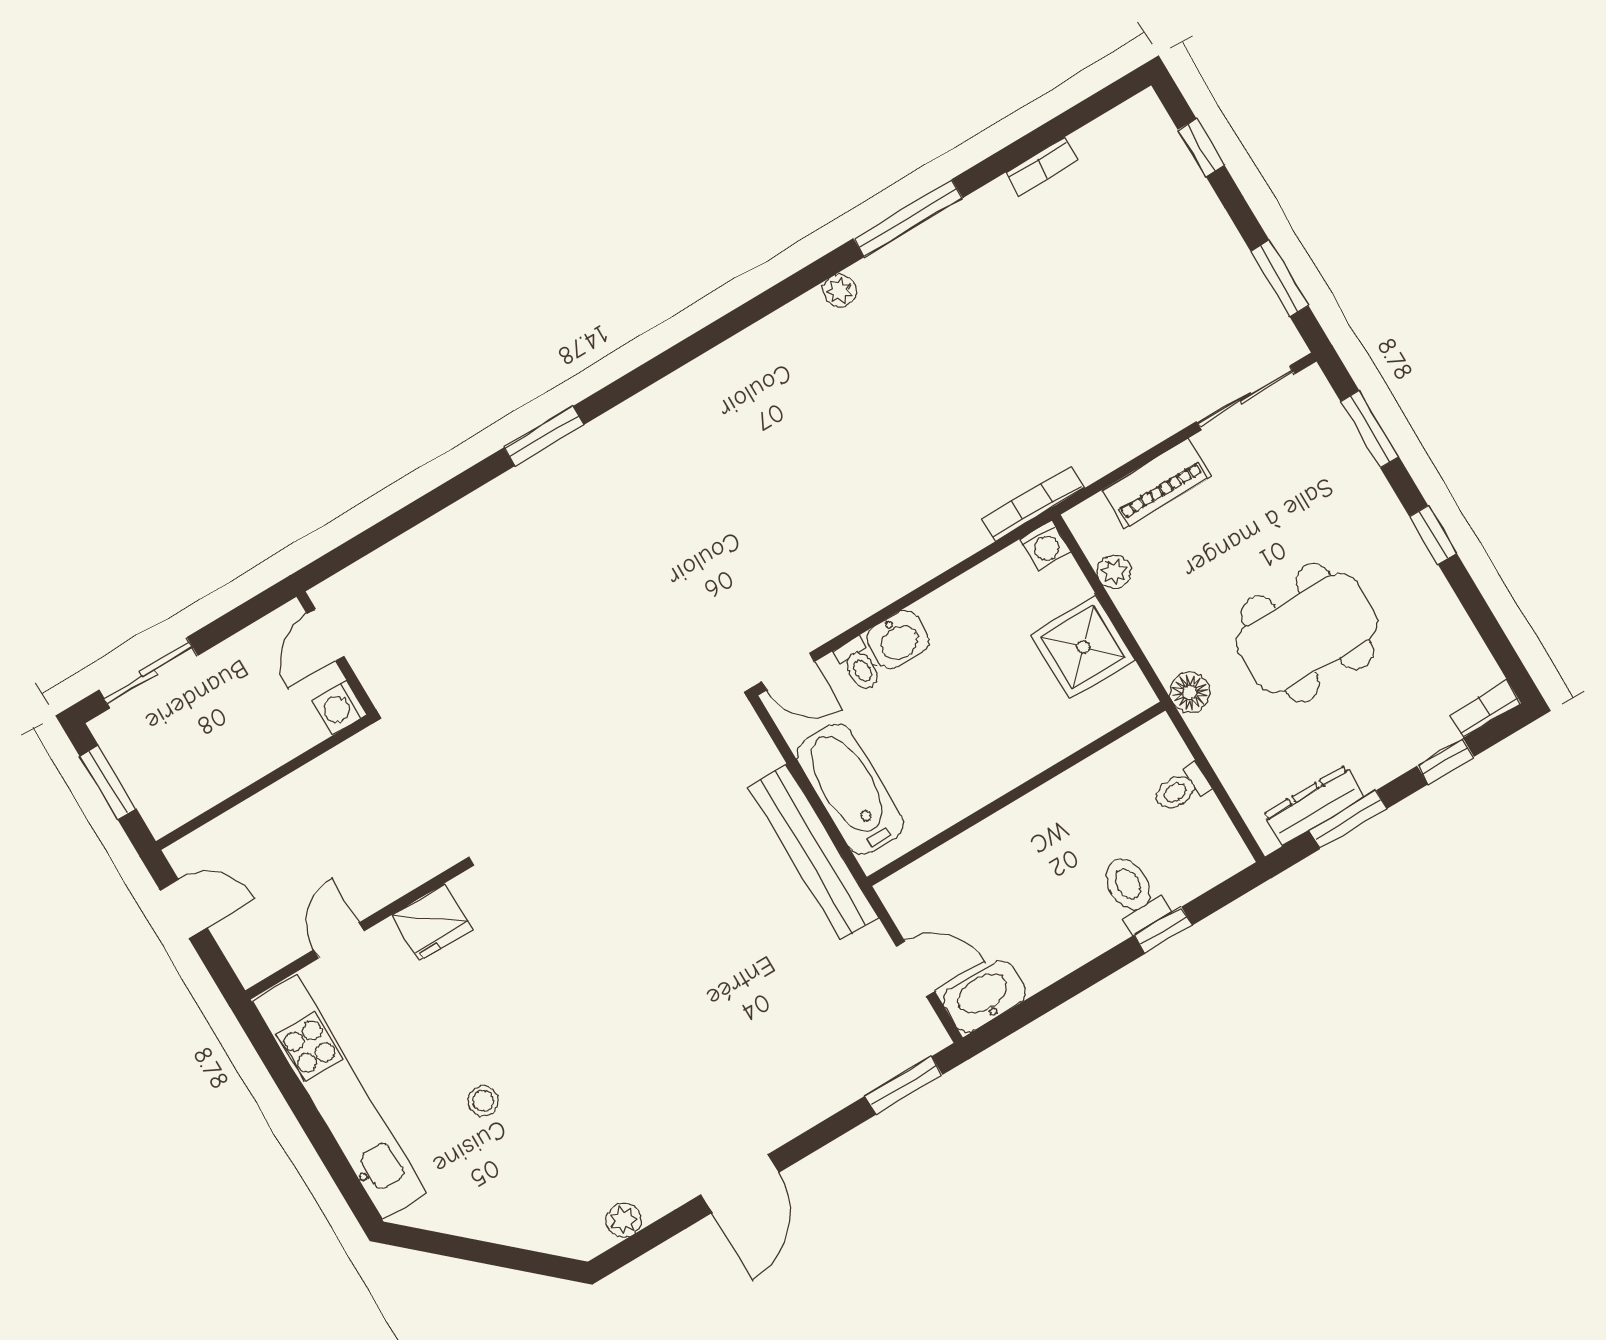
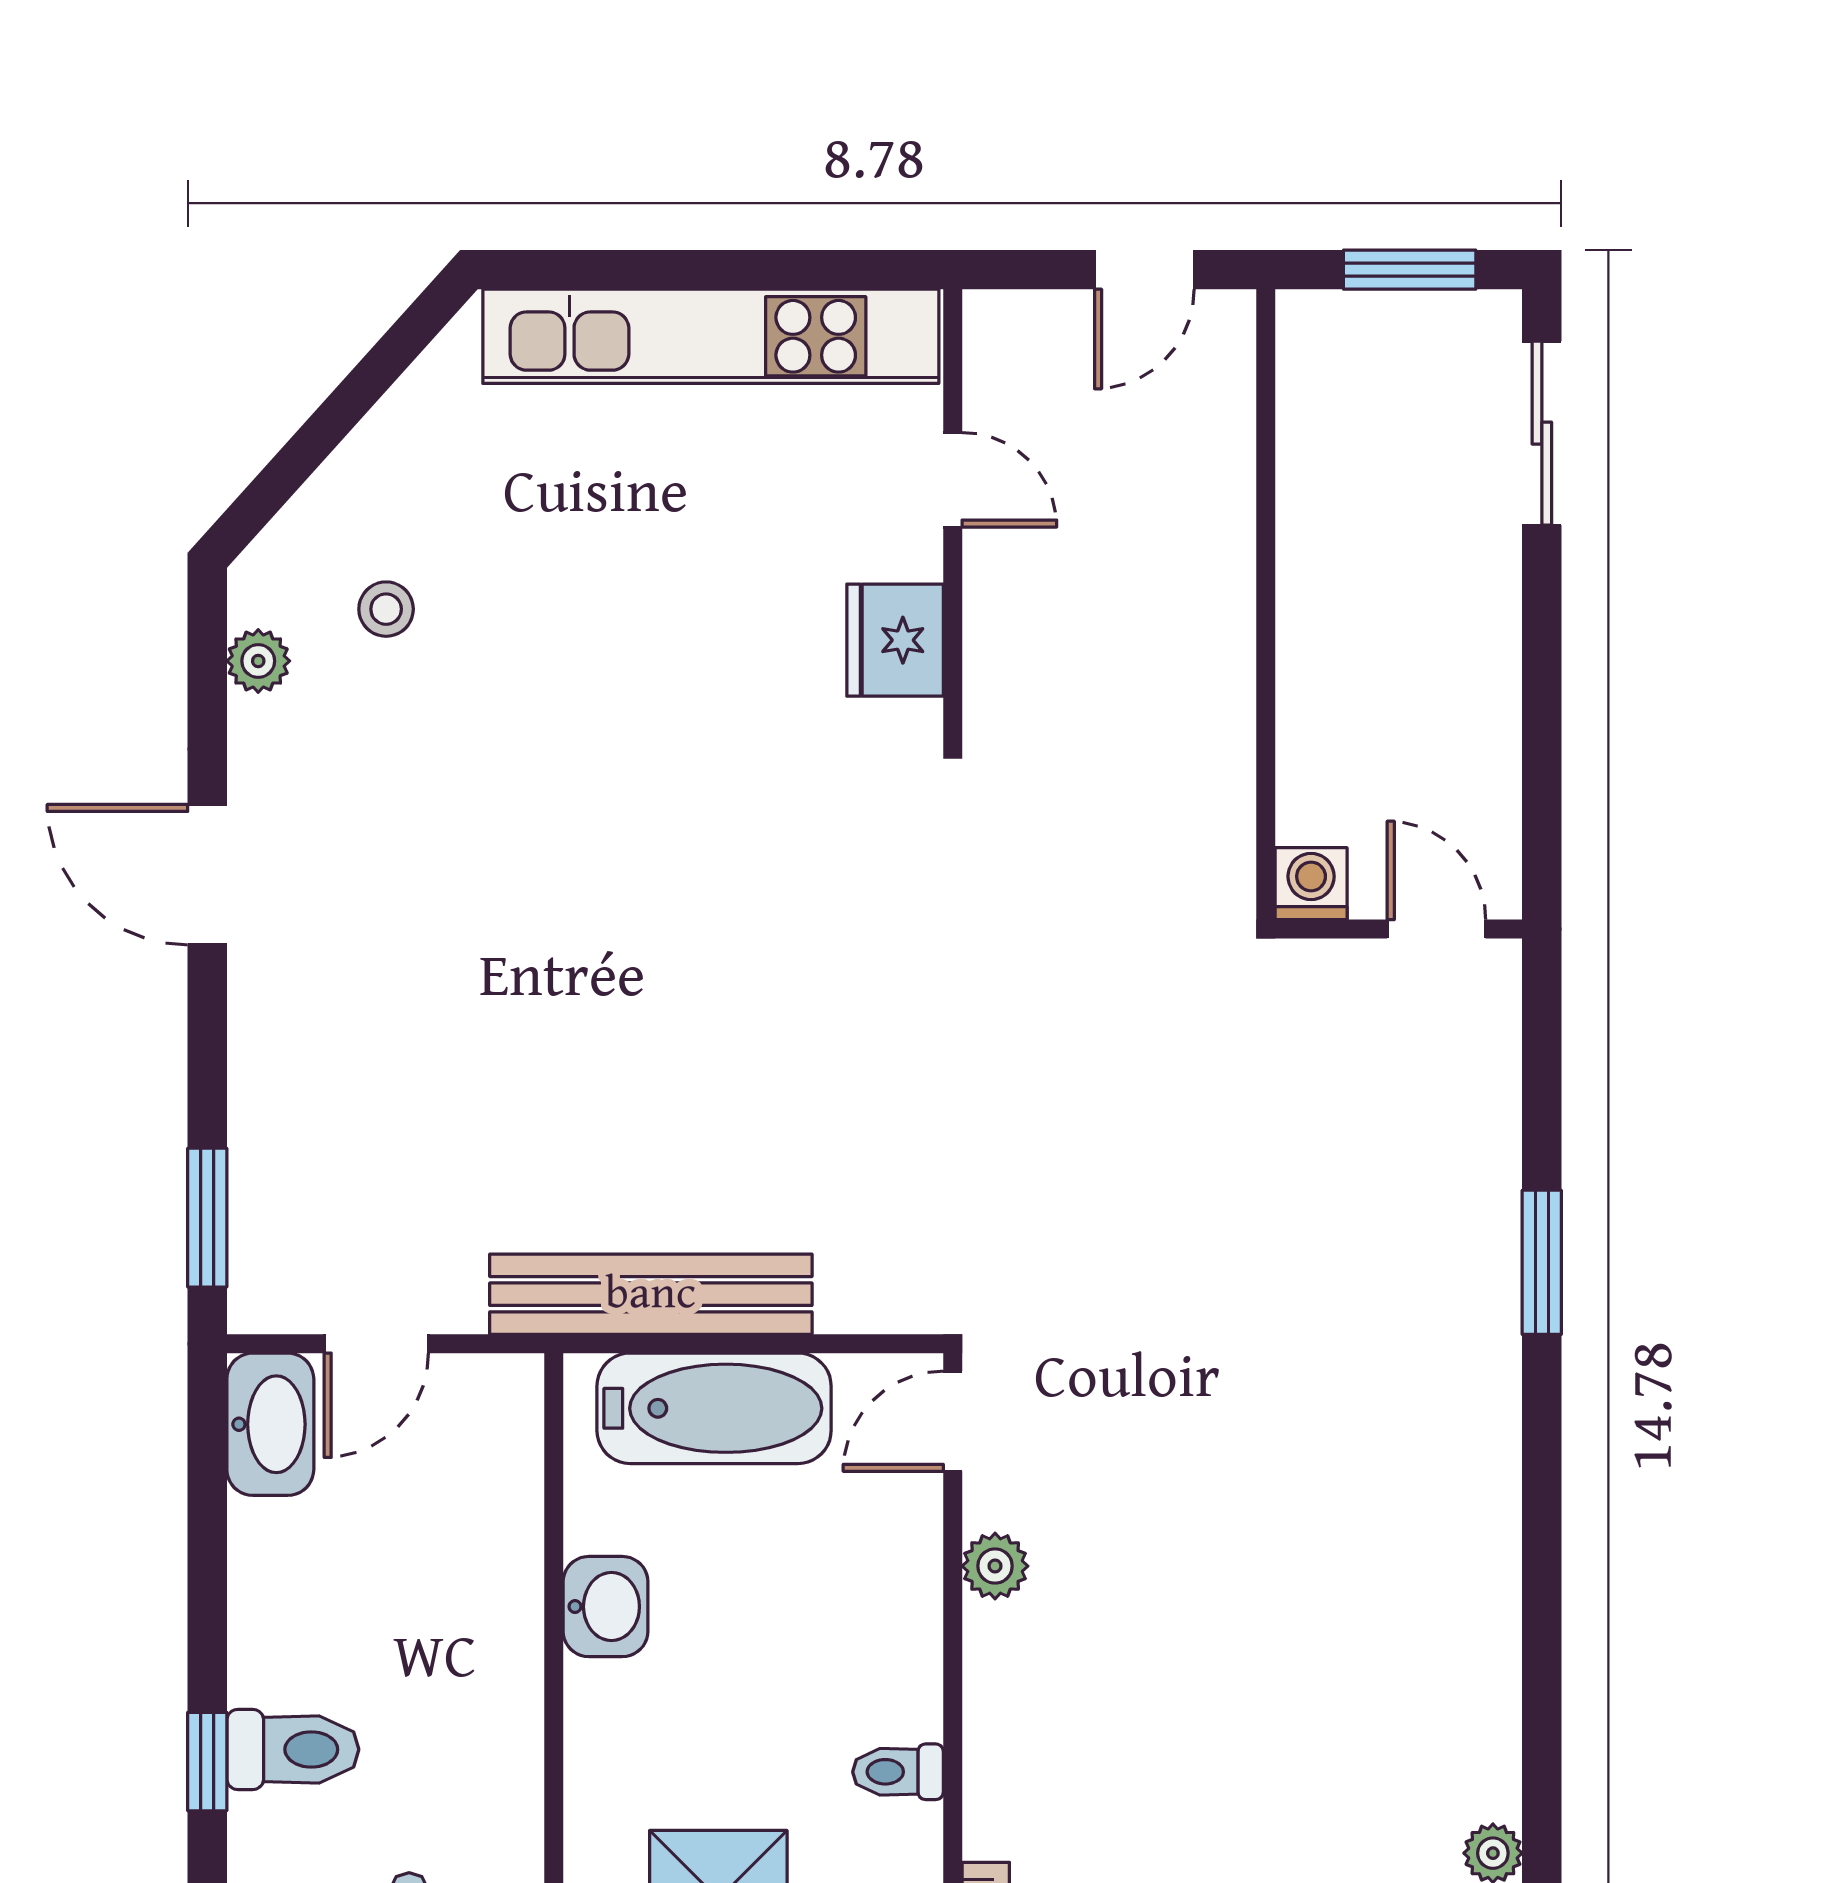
plant: (845, 610) -> (995, 1566), added
door: (325, 635) -> (1436, 929), moved
washbasin: (898, 639) -> (606, 1607), moved, turned 180
wall: (336, 653) -> (1399, 929), moved
toilet: (859, 665) -> (898, 1772), moved
washing machine: (340, 708) -> (1311, 884), moved
stool: (483, 1101) -> (386, 609), moved

